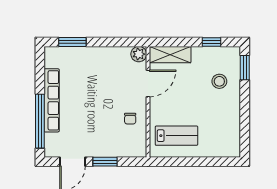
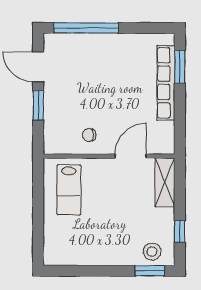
plant: (139, 54) -> (165, 145), removed
stool: (219, 81) -> (152, 252), moved
door: (148, 83) -> (131, 156), swing flipped
row of seats: (52, 100) -> (166, 83), moved, turned 90

